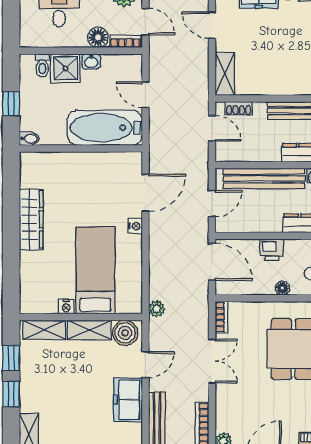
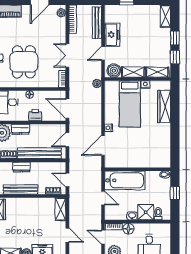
wardrobe: (31, 219) -> (164, 106), moved

